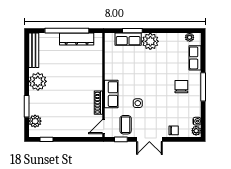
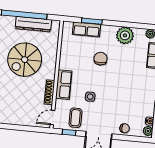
plant: (150, 41) -> (125, 35), moved
spiral stairs: (72, 74) -> (25, 60), added
chair: (181, 87) -> (101, 59), moved

